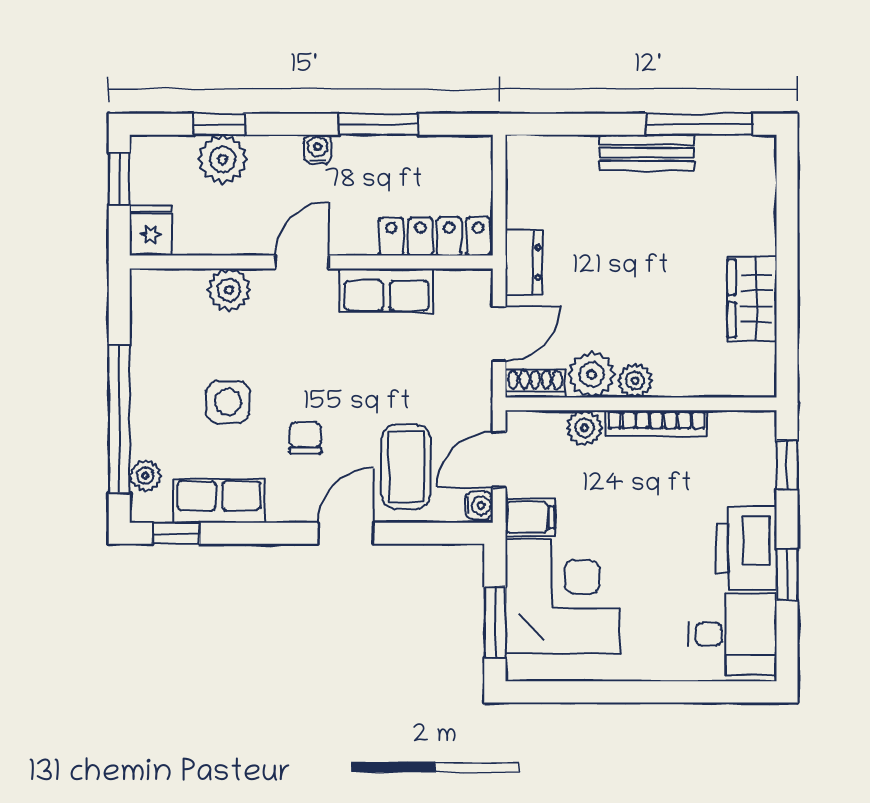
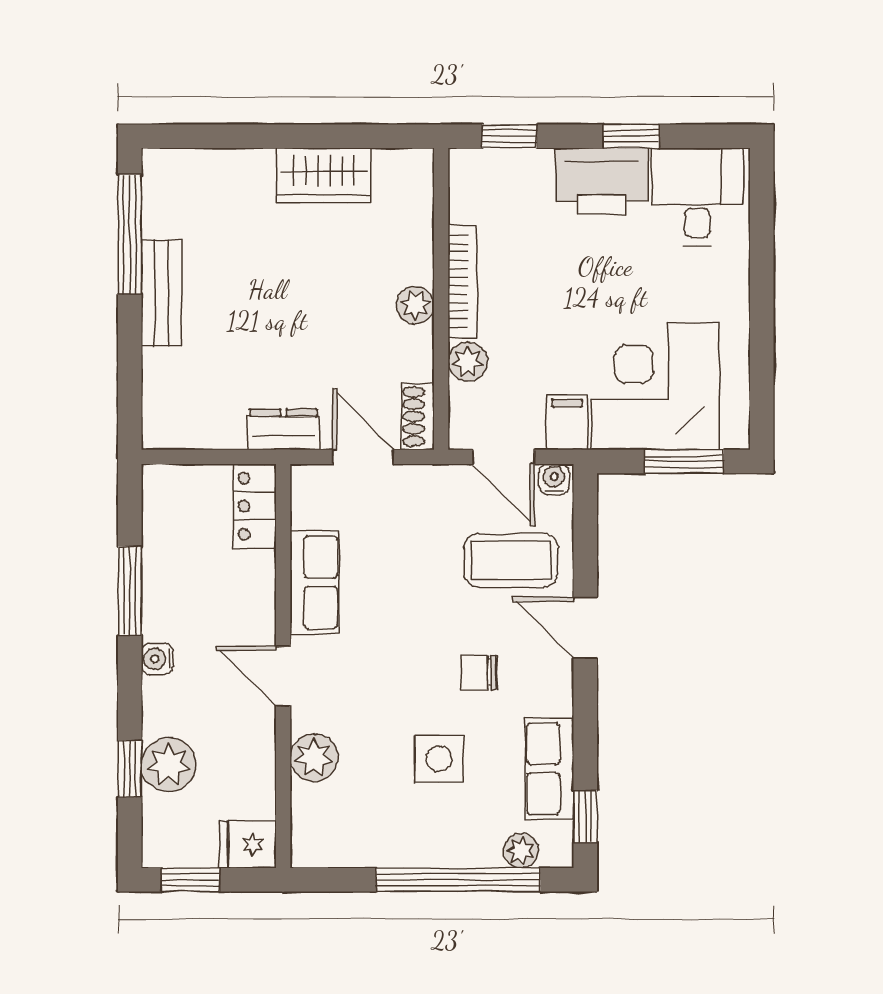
locker: (435, 237) -> (255, 506), width x0.66
plant: (592, 374) -> (408, 354), removed

